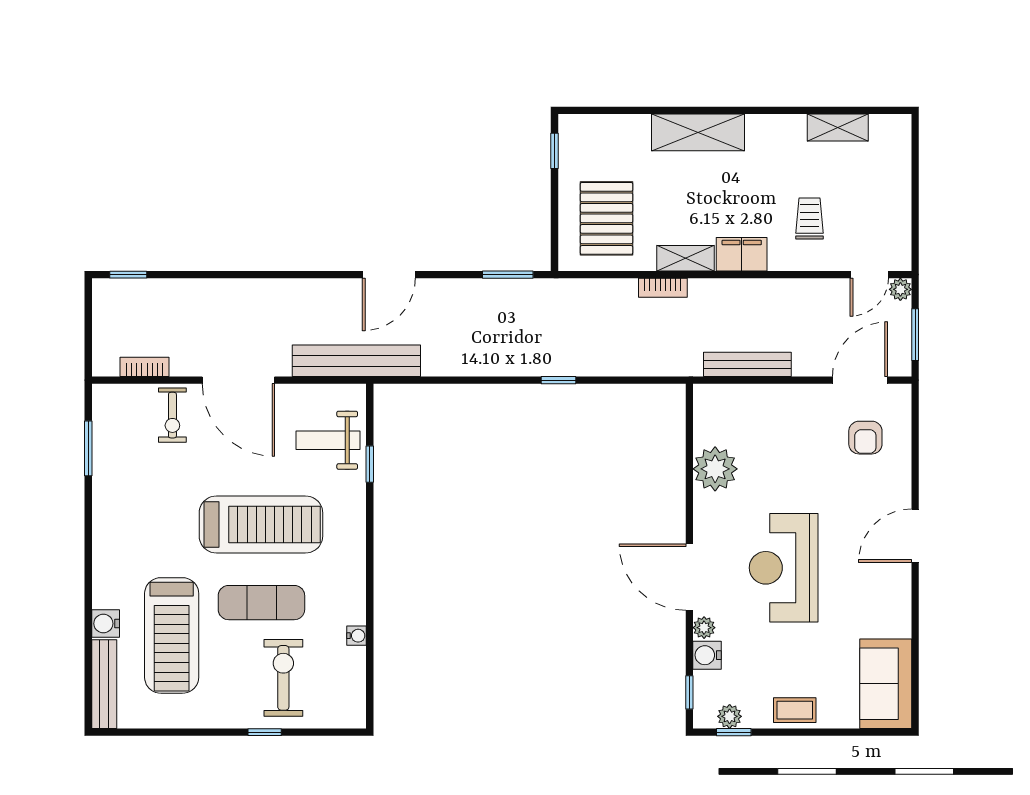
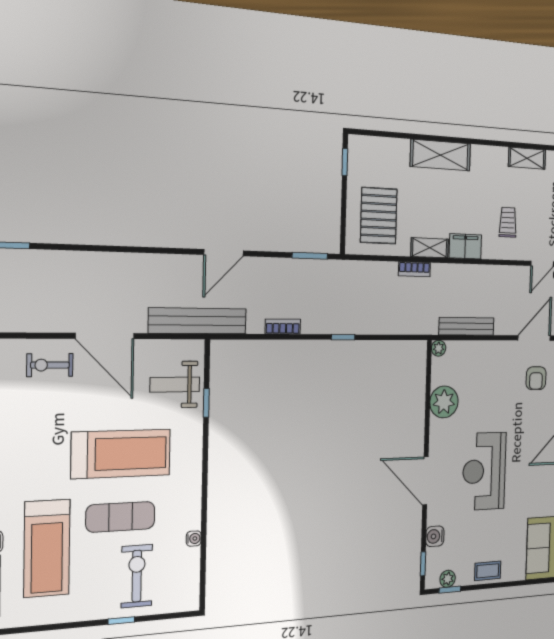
bookcase: (144, 367) -> (283, 327), moved
exercise bike: (172, 415) -> (50, 365), turned 90
plant: (704, 628) -> (439, 348), moved

